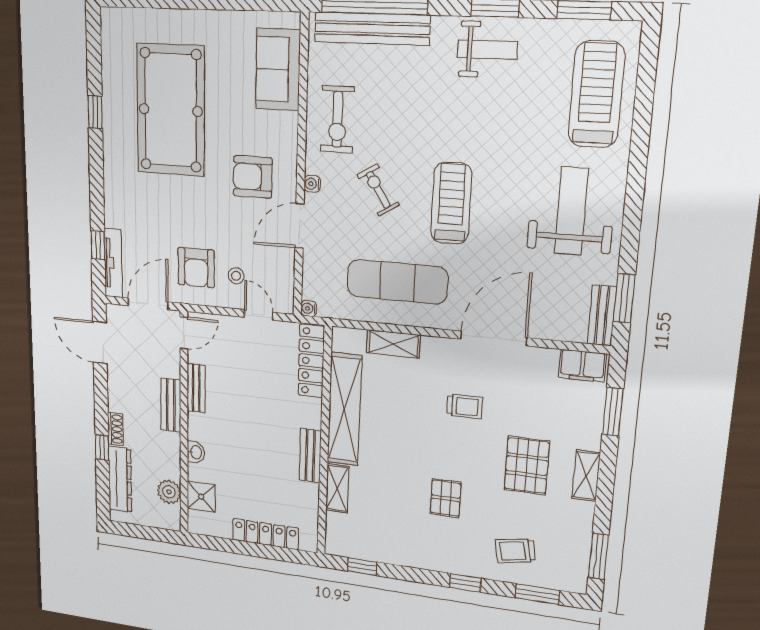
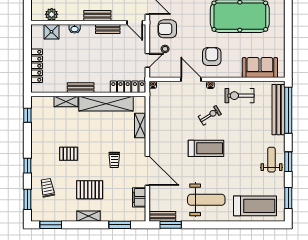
weight bench: (487, 50) -> (271, 160), turned 180
exercise mat: (397, 282) -> (169, 126), removed
filing cabinet: (582, 366) -> (139, 197), moved

